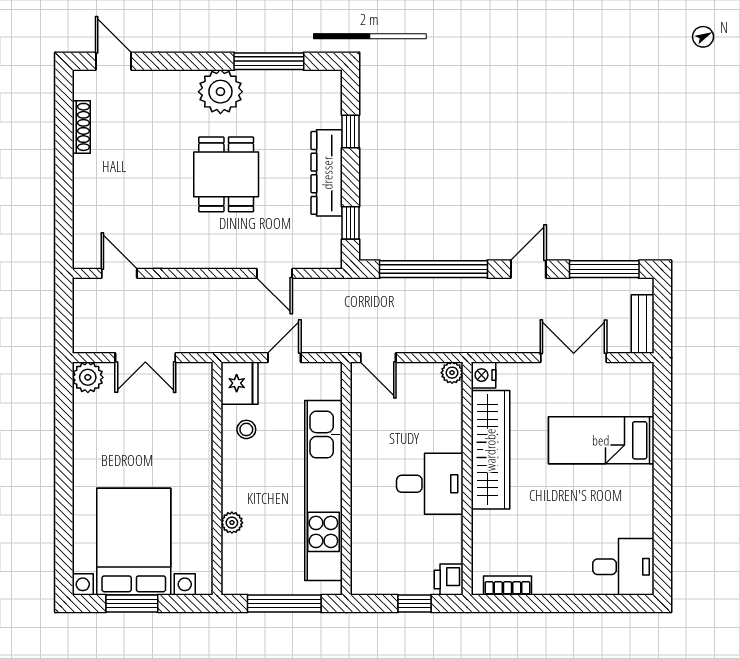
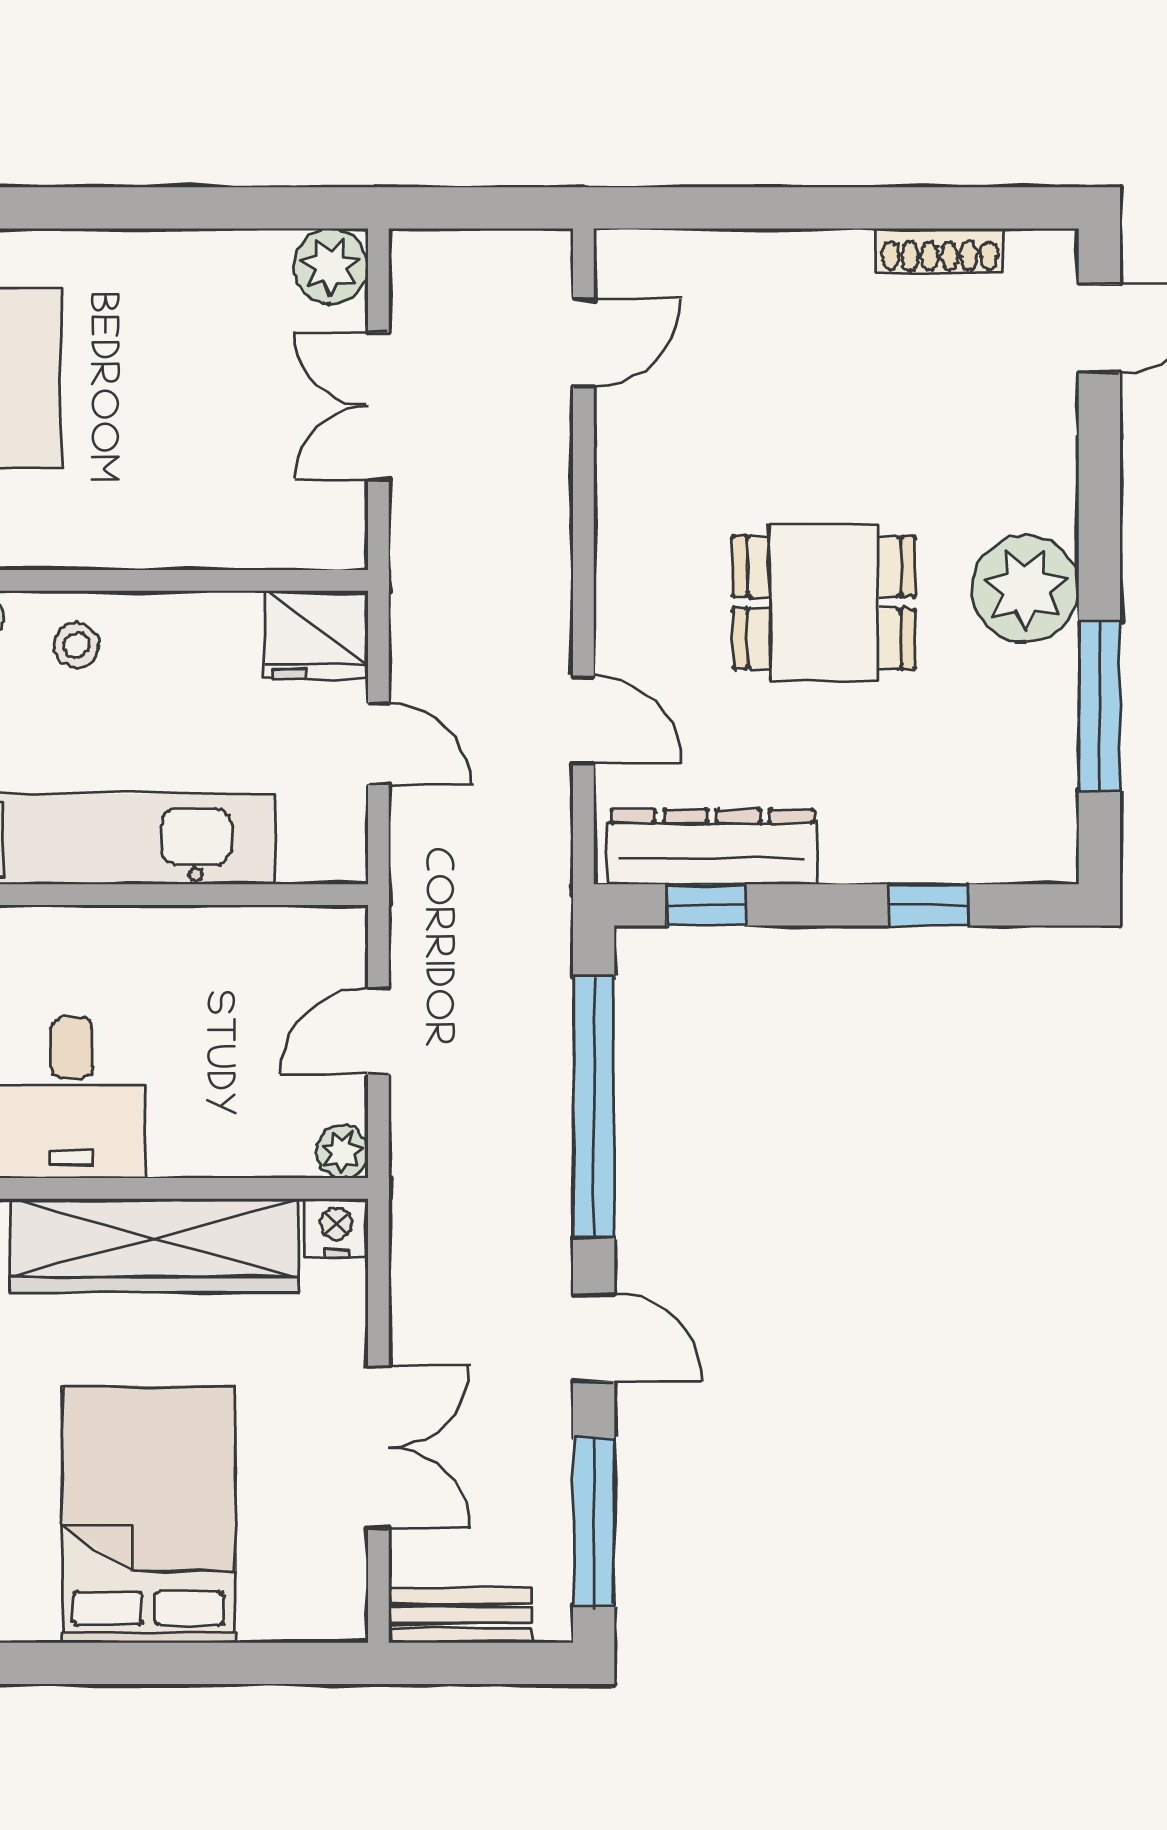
dresser: (327, 173) -> (712, 847), moved
door: (274, 273) -> (583, 720), swing flipped
door: (378, 358) -> (378, 1031), moved
stool: (246, 429) -> (76, 645), moved
bed: (601, 440) -> (149, 1515), width x1.50

